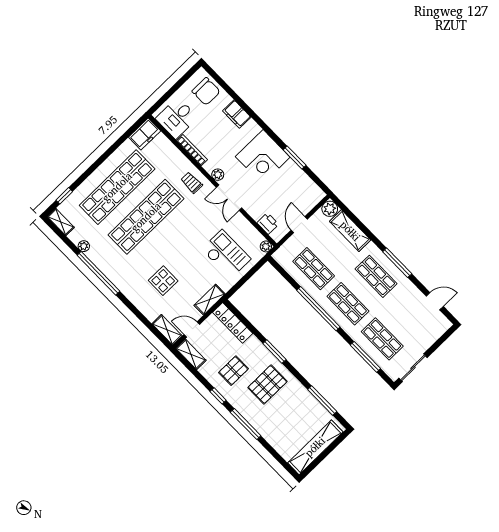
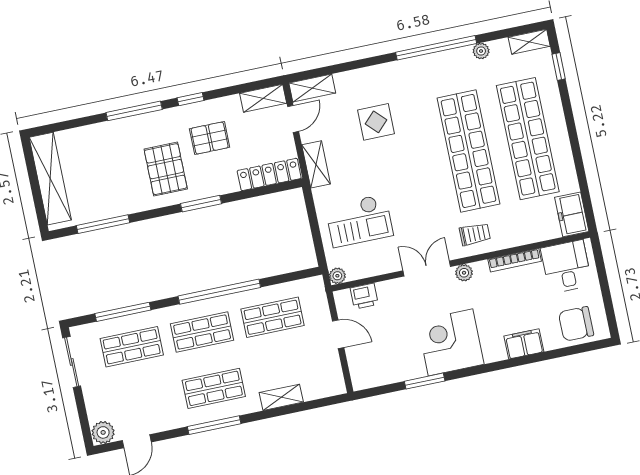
plant: (330, 209) -> (103, 432), moved
shelving: (350, 231) -> (281, 397), width x0.67, depth x0.75
pallet: (233, 371) -> (210, 138), turned 90

